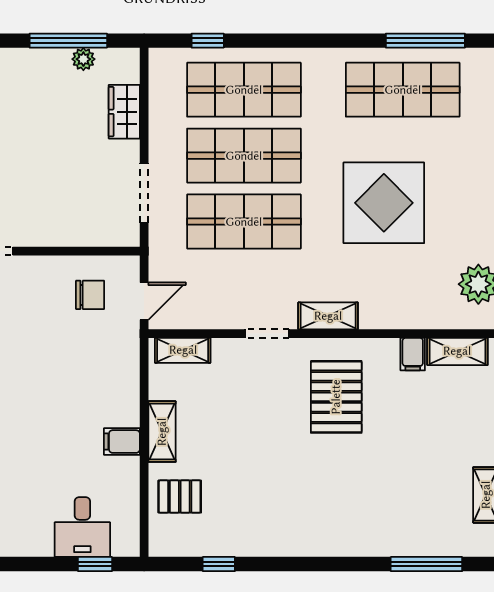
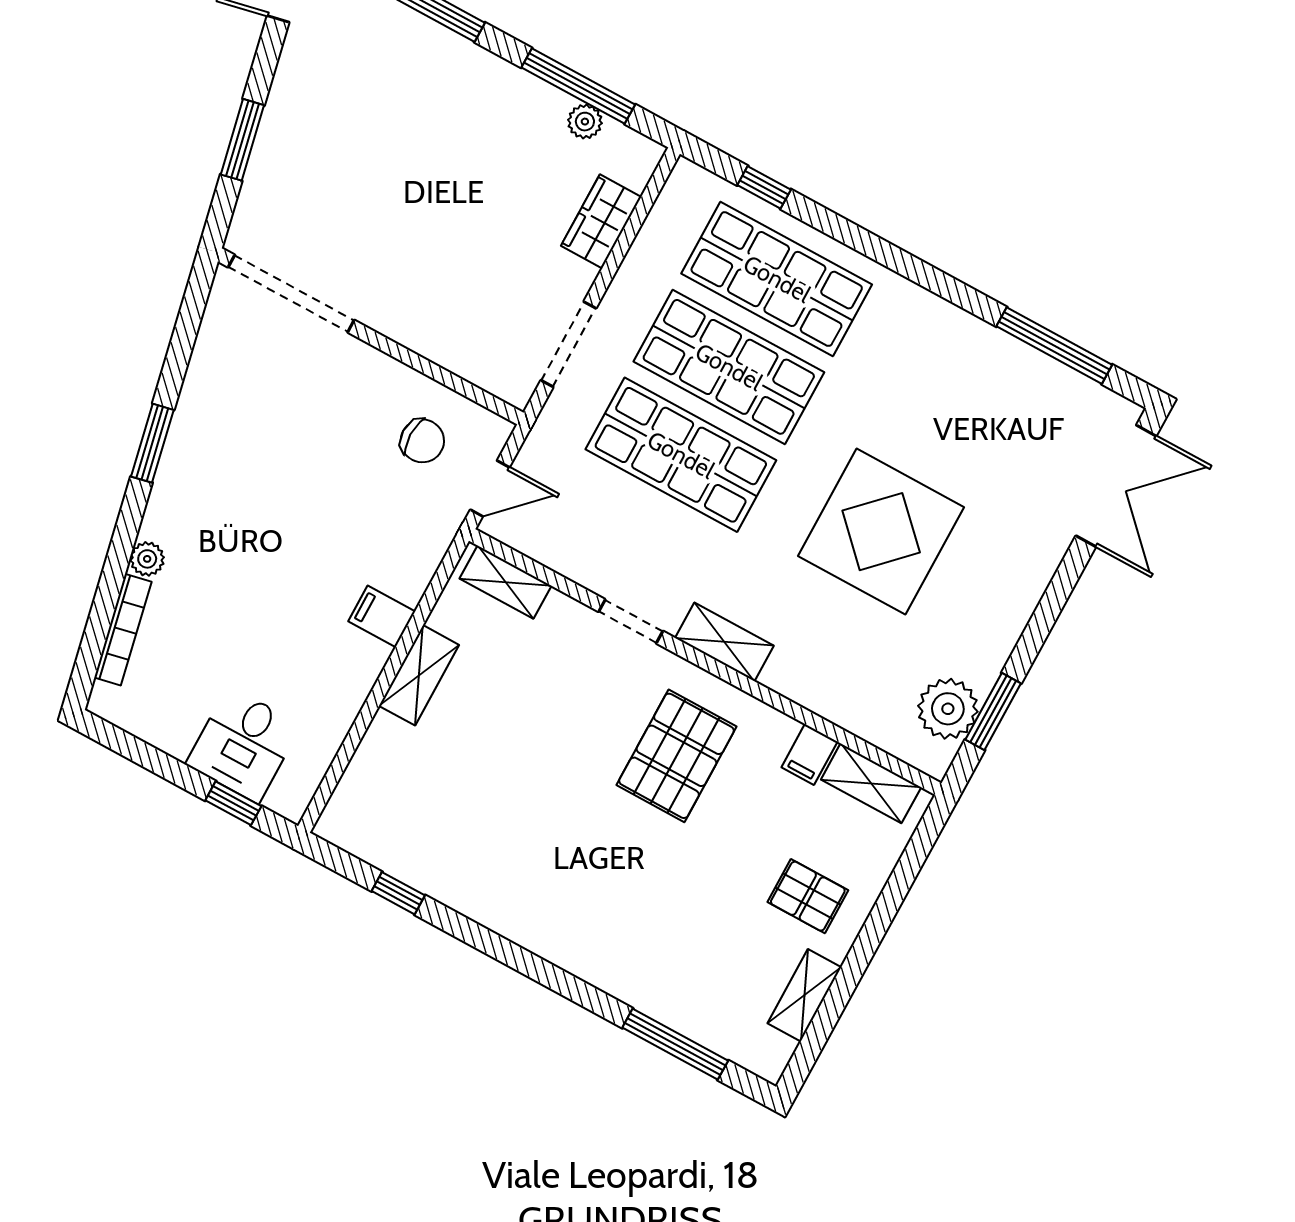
shop shelf: (403, 90) -> (988, 394), removed
filing cabinet: (122, 442) -> (382, 616), moved
pallet: (180, 497) -> (808, 896), moved

